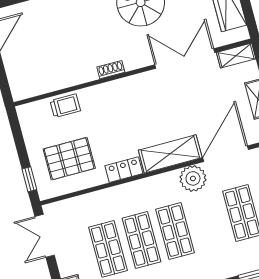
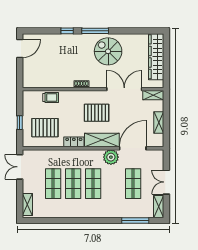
pallet: (149, 110) -> (97, 113), added
window: (29, 179) -> (20, 123), moved

